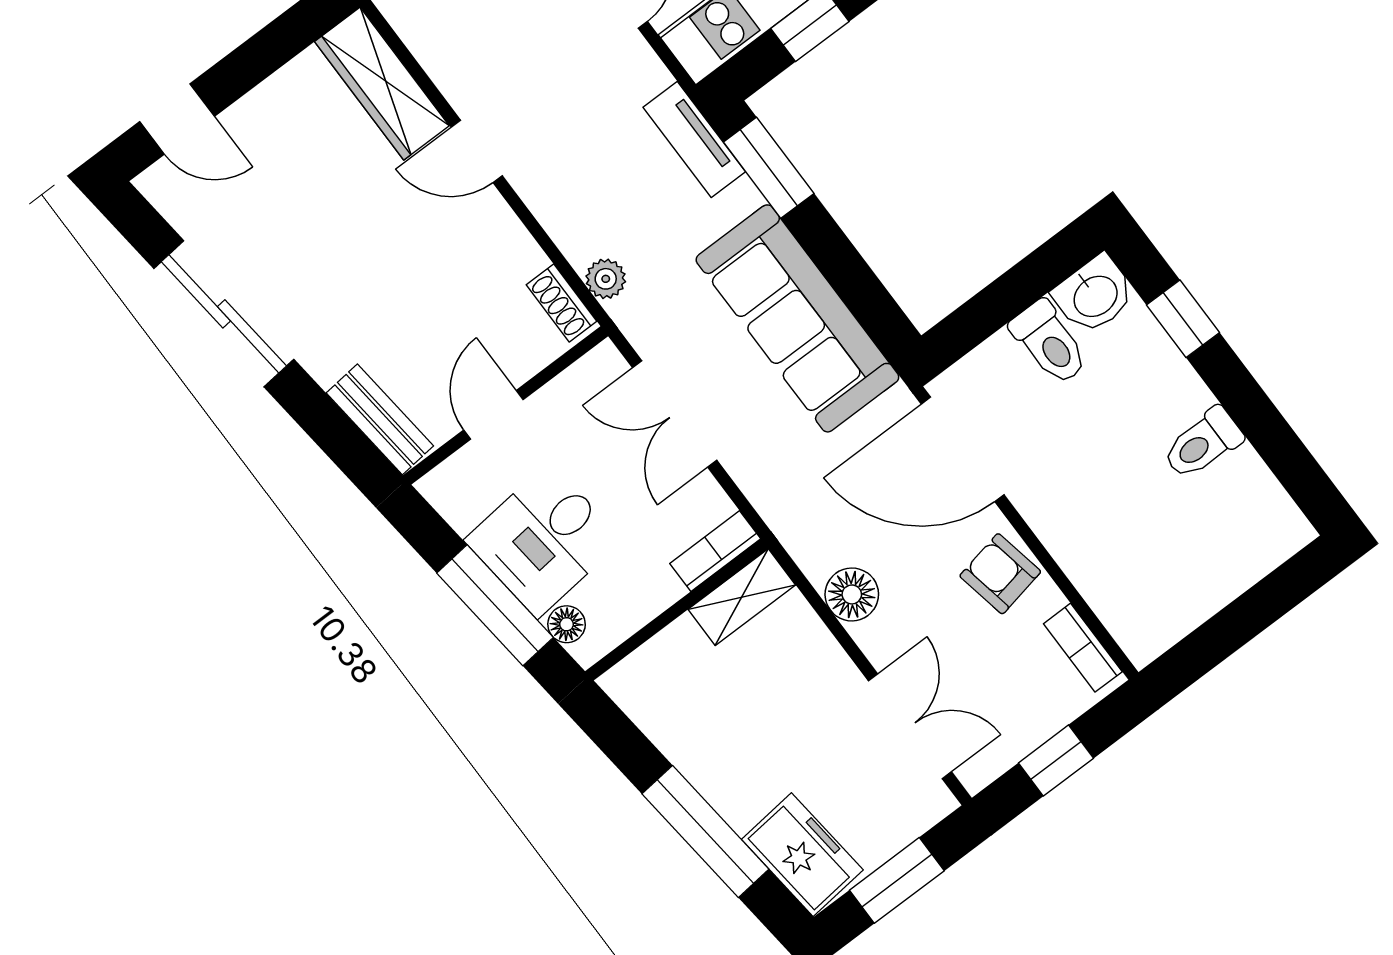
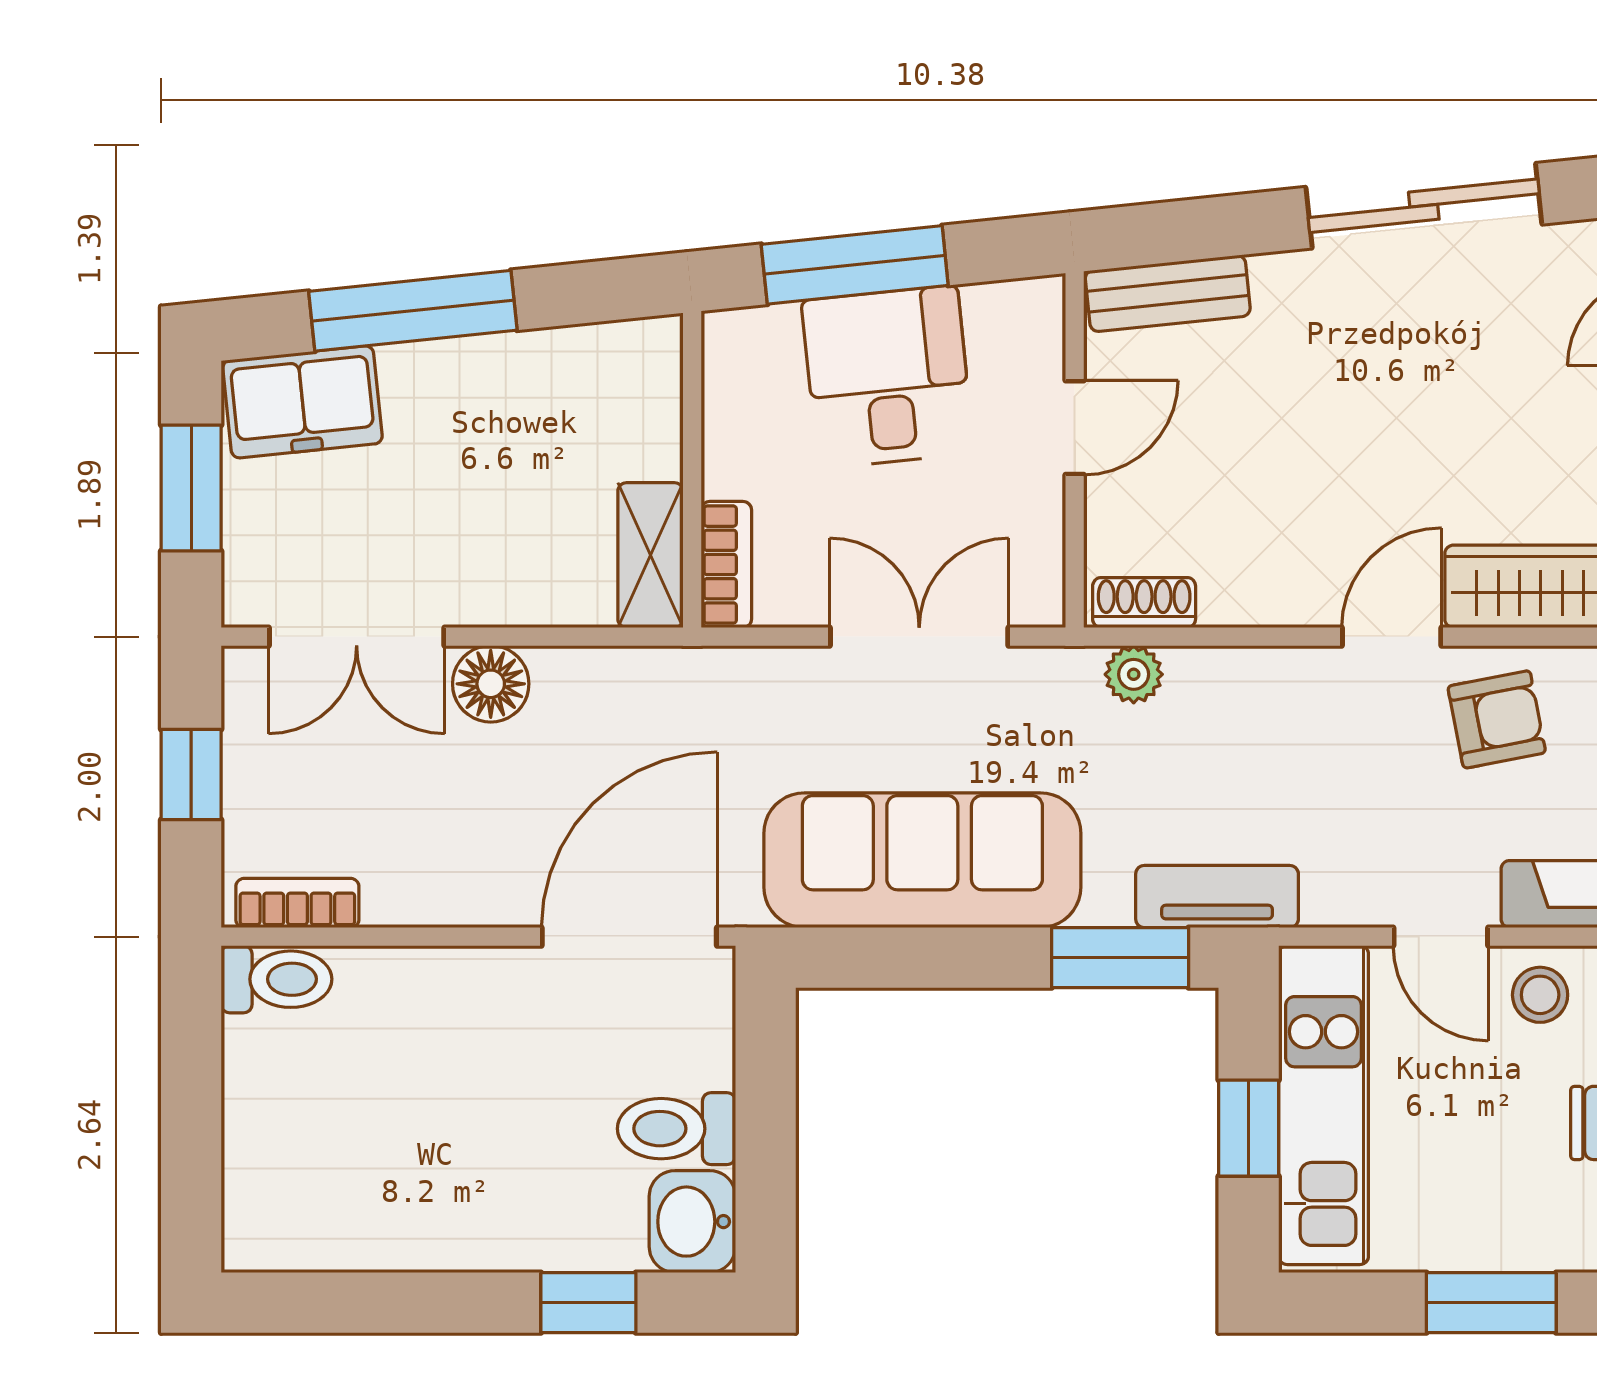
door: (493, 415) -> (1075, 428), hinge flipped
toilet: (1203, 444) -> (276, 979), moved, turned 90
armchair: (1000, 574) -> (1497, 719), moved
floor lamp: (852, 594) -> (491, 684), moved
floor lamp: (567, 624) -> (771, 331), removed

